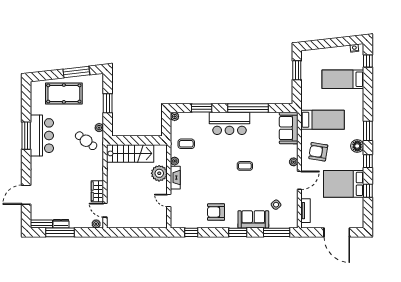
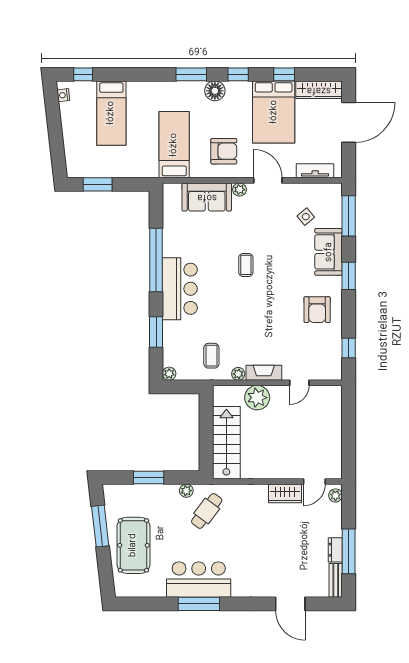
sofa: (289, 128) -> (207, 197), moved
armchair: (318, 152) -> (224, 151), turned -99
wardrobe: (358, 213) -> (319, 90), added

